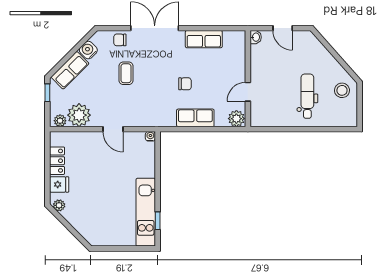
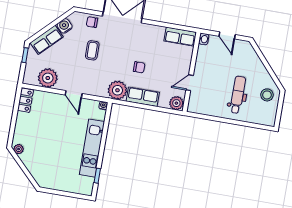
row of seats: (204, 39) -> (180, 37), moved
plant: (60, 121) -> (117, 90), moved, width x1.88, depth x1.88
locker: (57, 161) -> (25, 100), moved
fridge: (59, 184) -> (22, 132), removed
kitchen unit: (146, 212) -> (92, 148), moved

